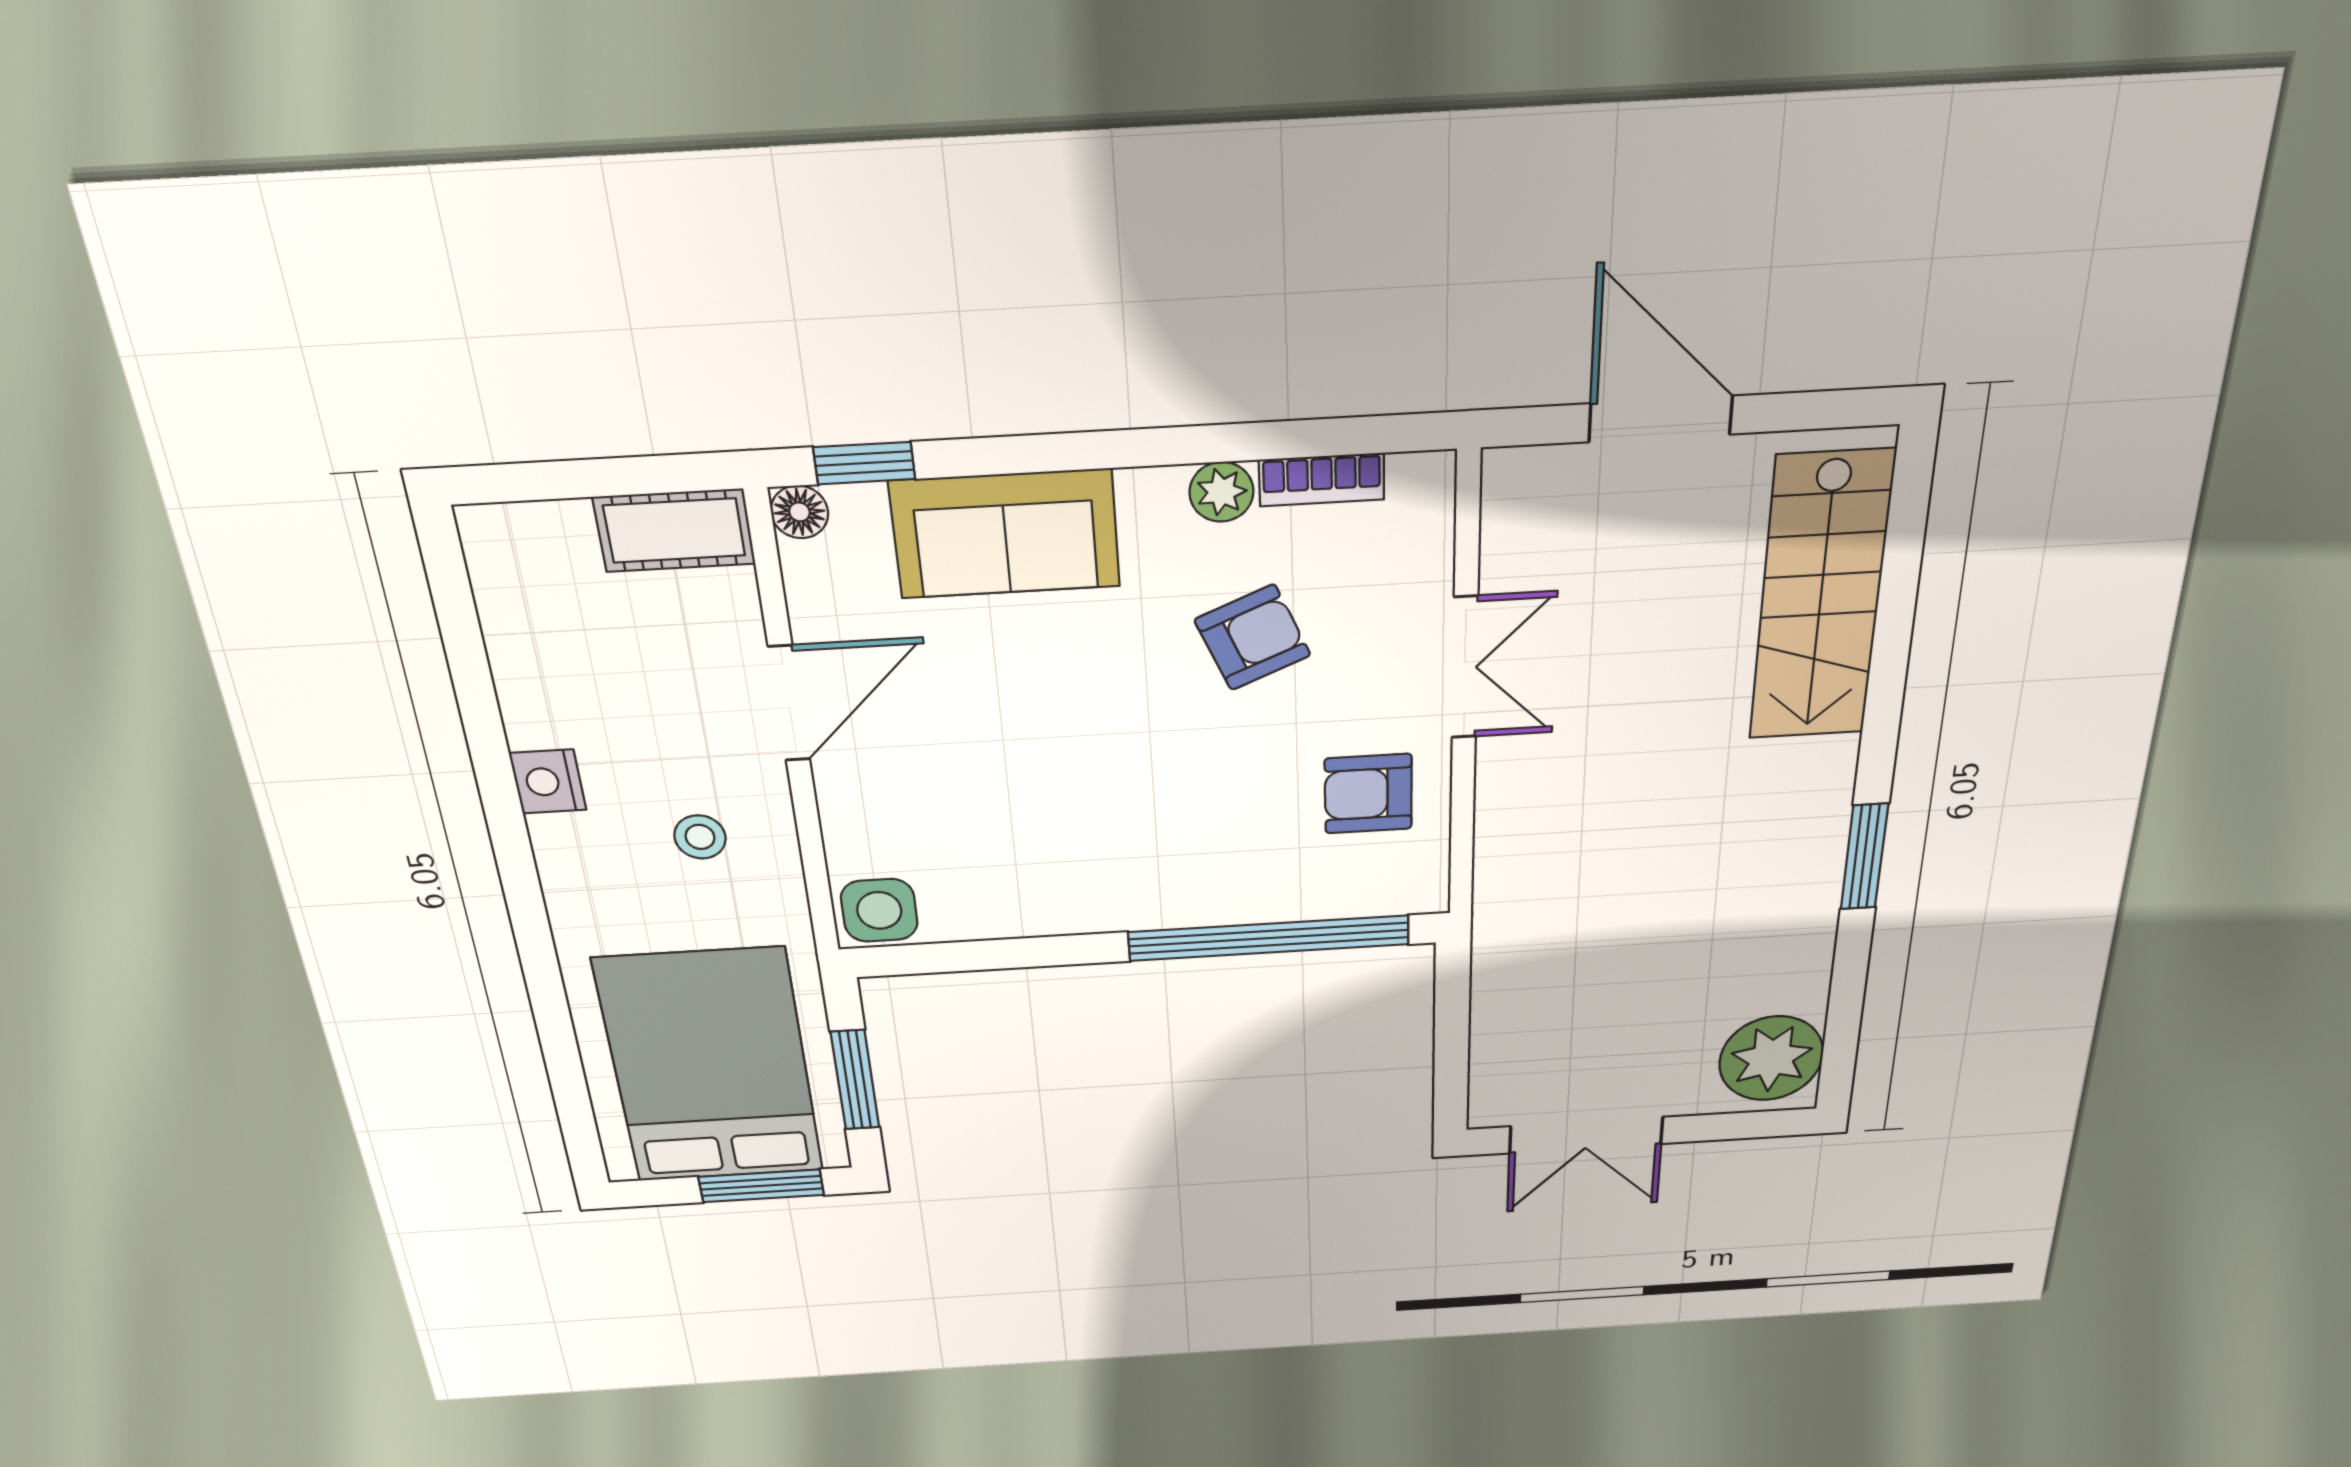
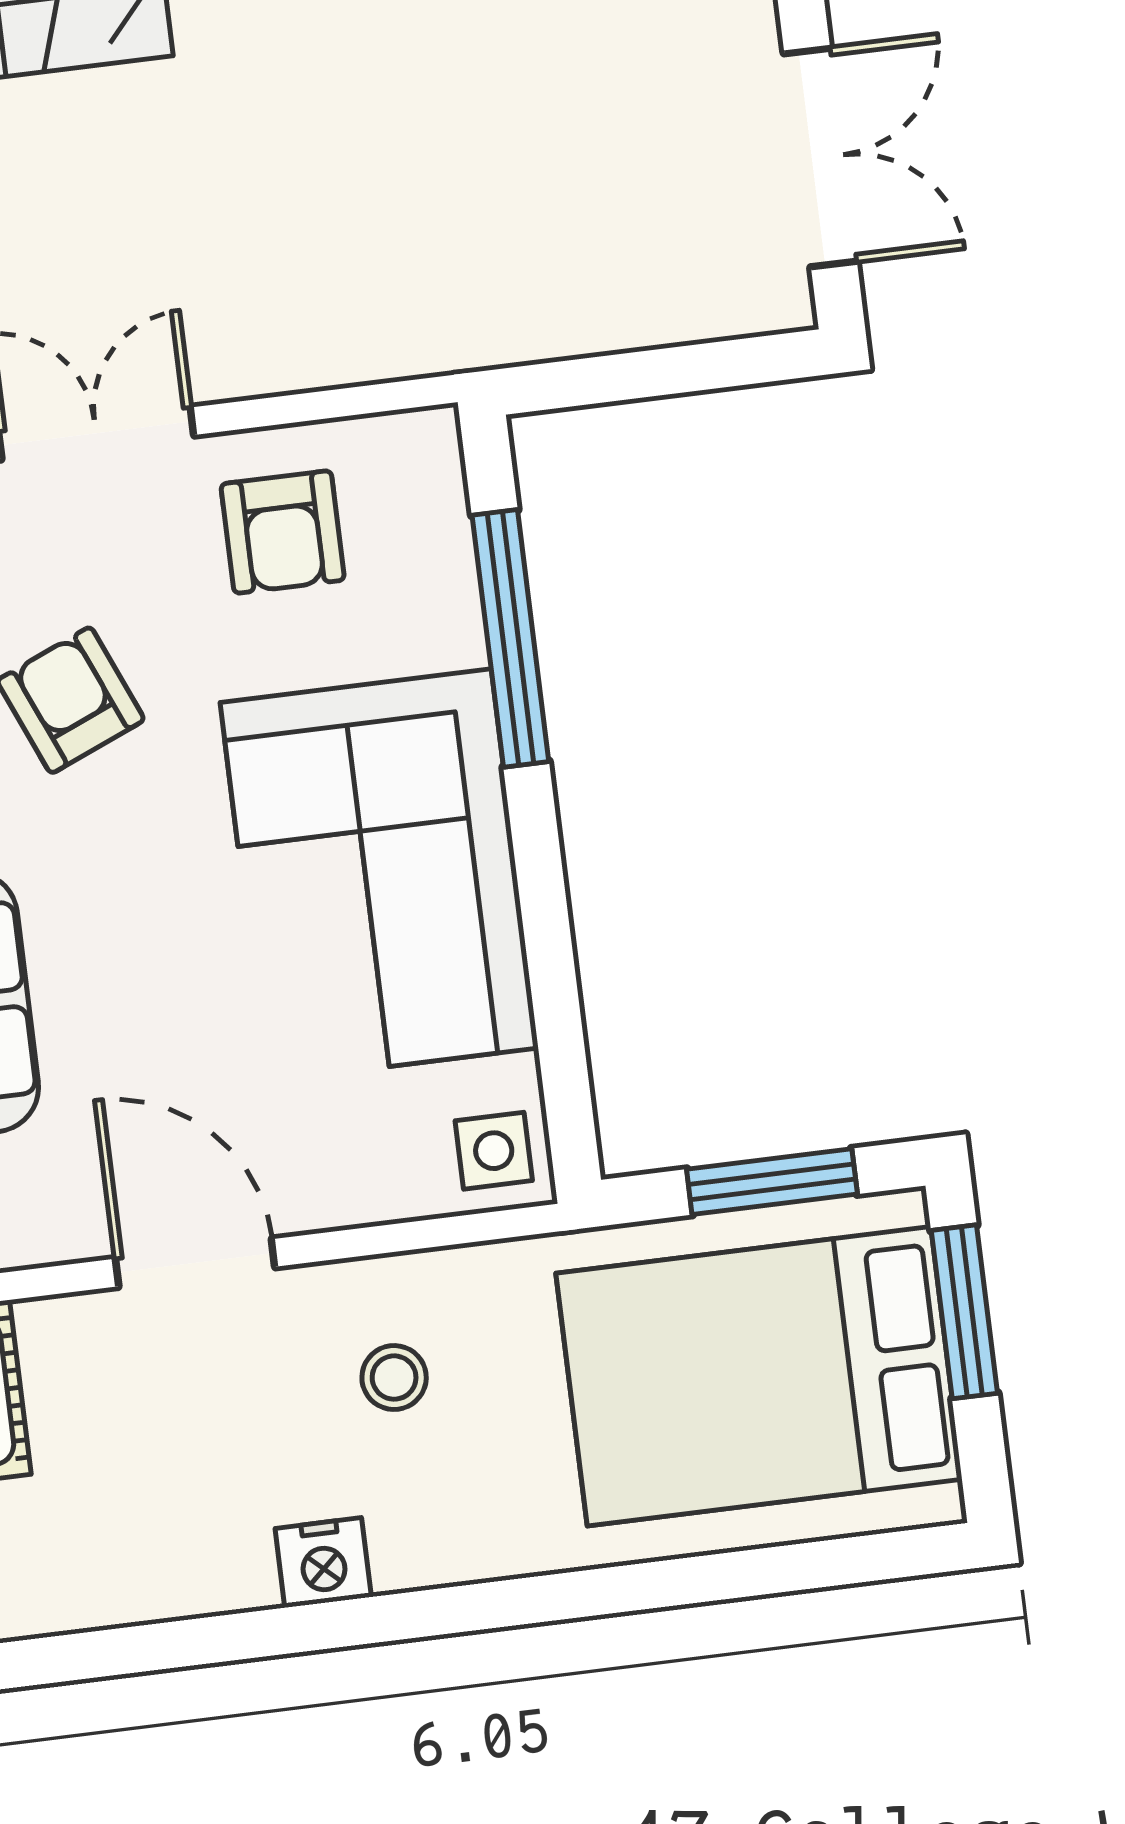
corner sofa: (1096, 846) -> (379, 875), added
side table: (879, 910) -> (494, 1151), width x0.73, depth x0.73
window: (1269, 938) -> (510, 638), width x0.68

